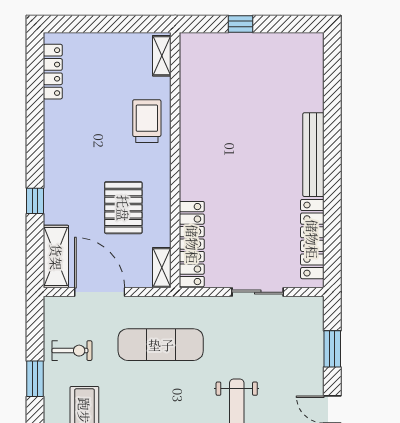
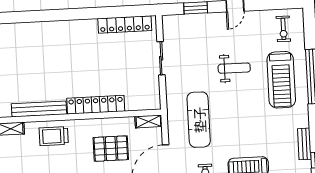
bench: (313, 155) -> (39, 109), moved
locker: (192, 244) -> (96, 105), moved

